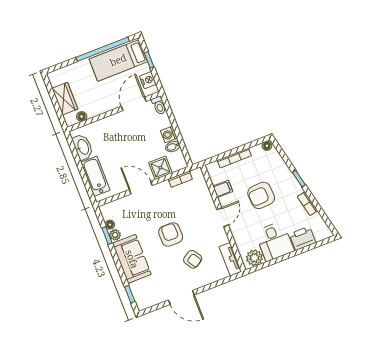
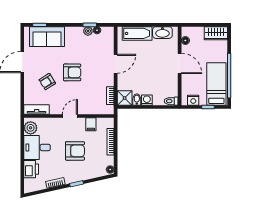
wardrobe: (65, 99) -> (216, 33), moved
door: (134, 104) -> (180, 63), moved
shower: (160, 168) -> (125, 98), moved
armchair: (261, 195) -> (75, 151), turned 93
door: (223, 217) -> (70, 116), swing flipped
sofa: (132, 259) -> (47, 37), moved

